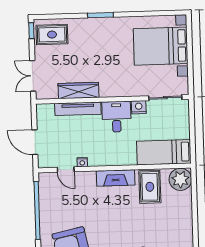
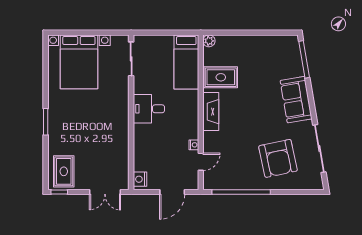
wardrobe: (78, 90) -> (121, 146), removed
nightstand: (139, 107) -> (140, 179), moved
tv unit: (78, 109) -> (140, 148), removed
plant: (180, 179) -> (209, 41), width x0.53, depth x0.53

